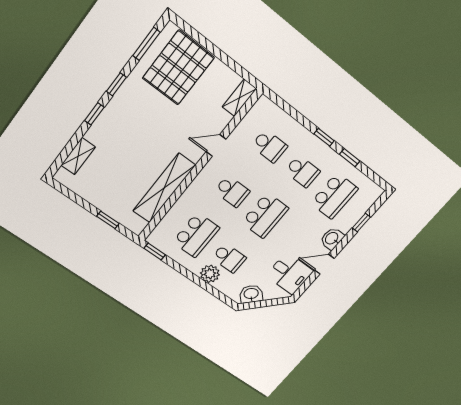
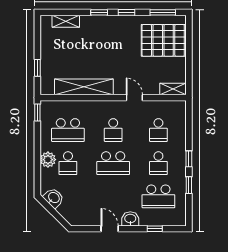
desk: (290, 273) -> (87, 211), removed

